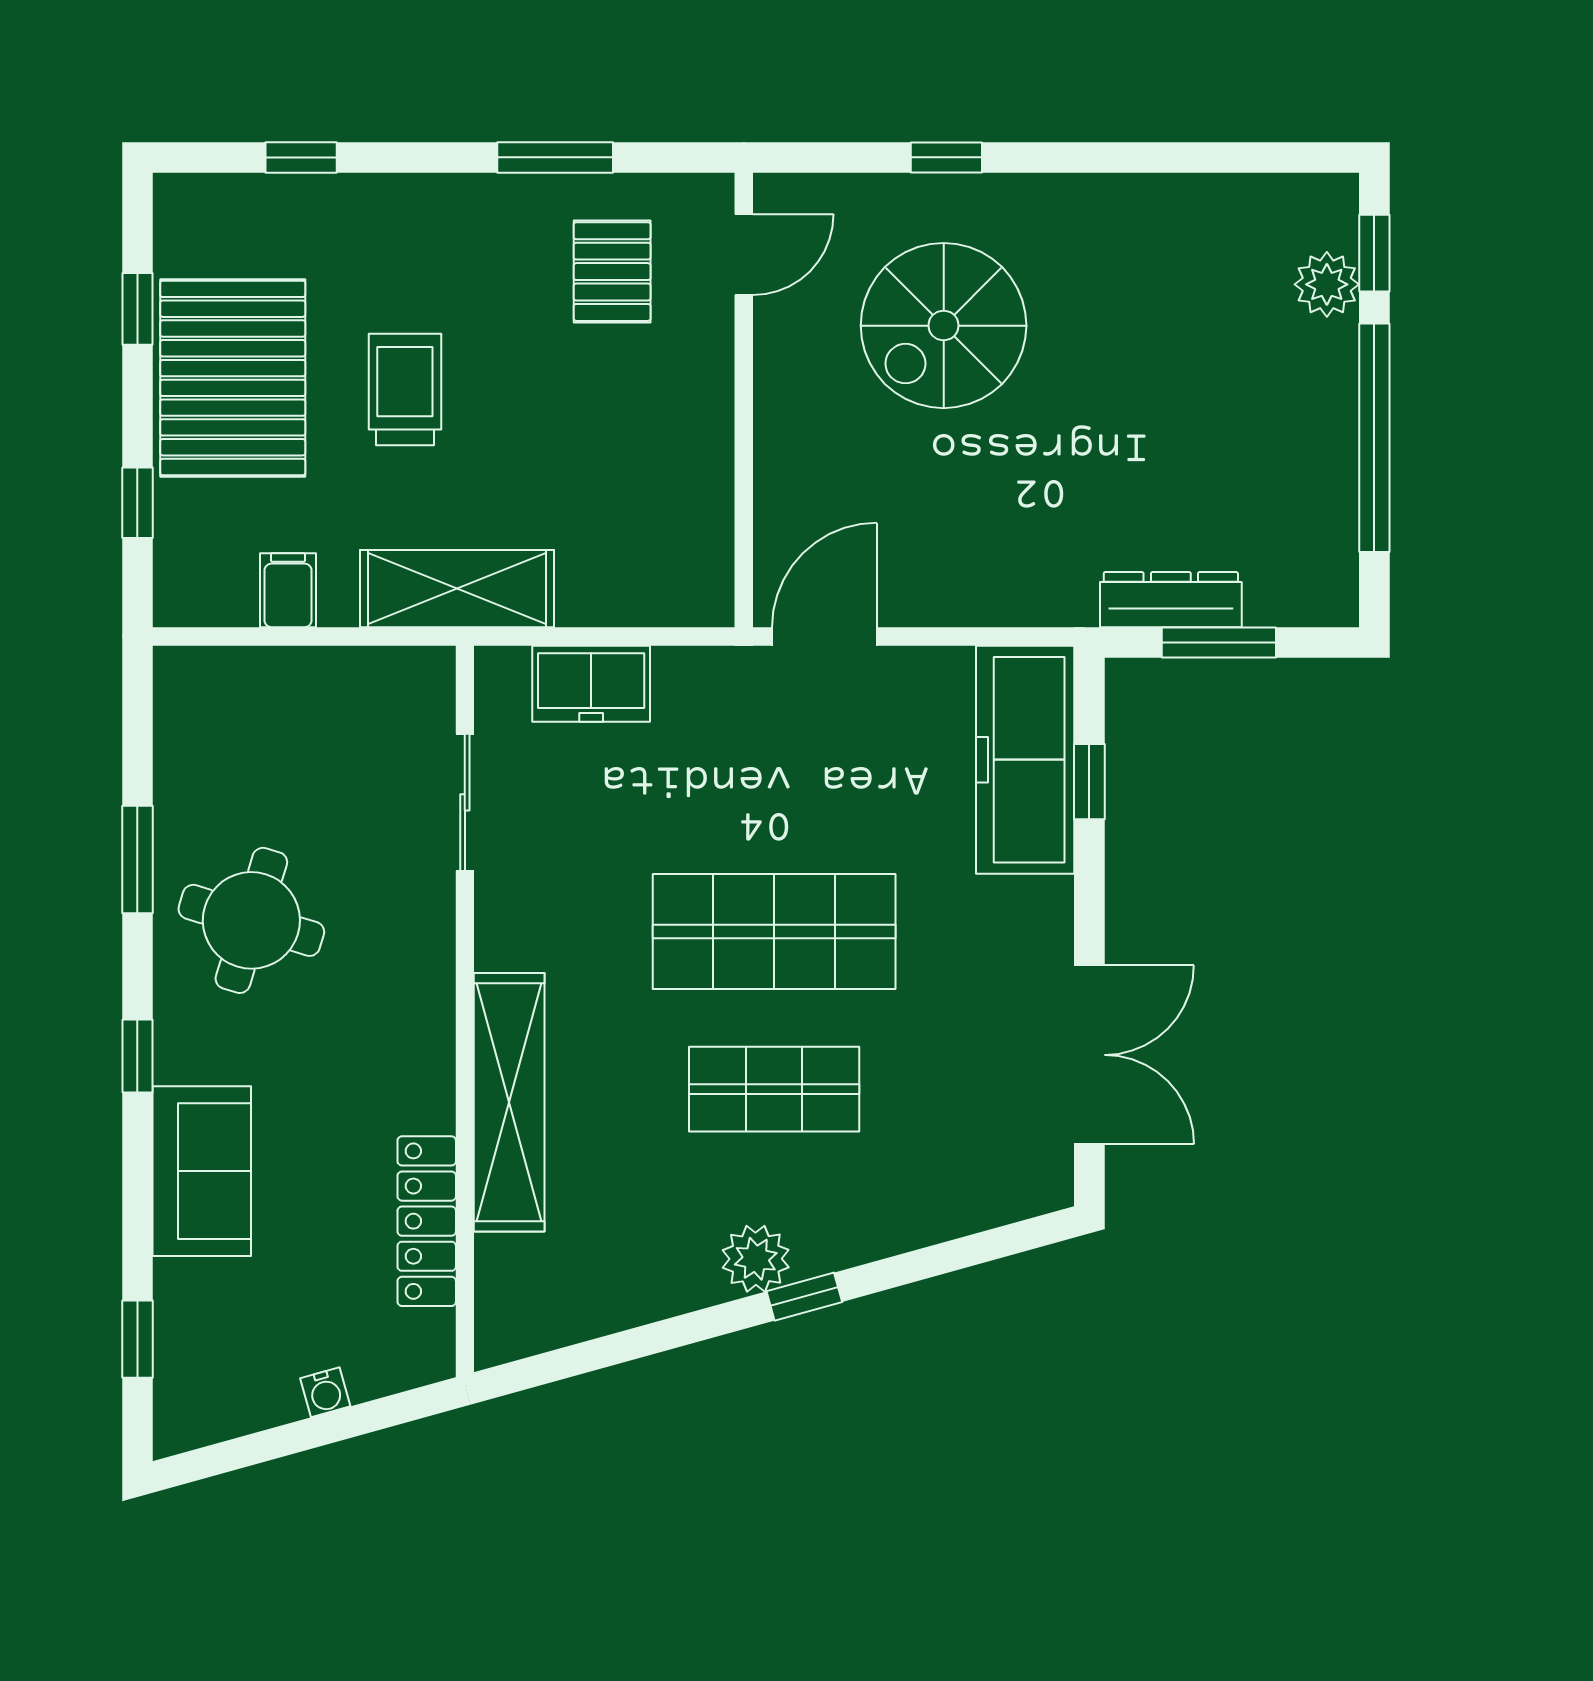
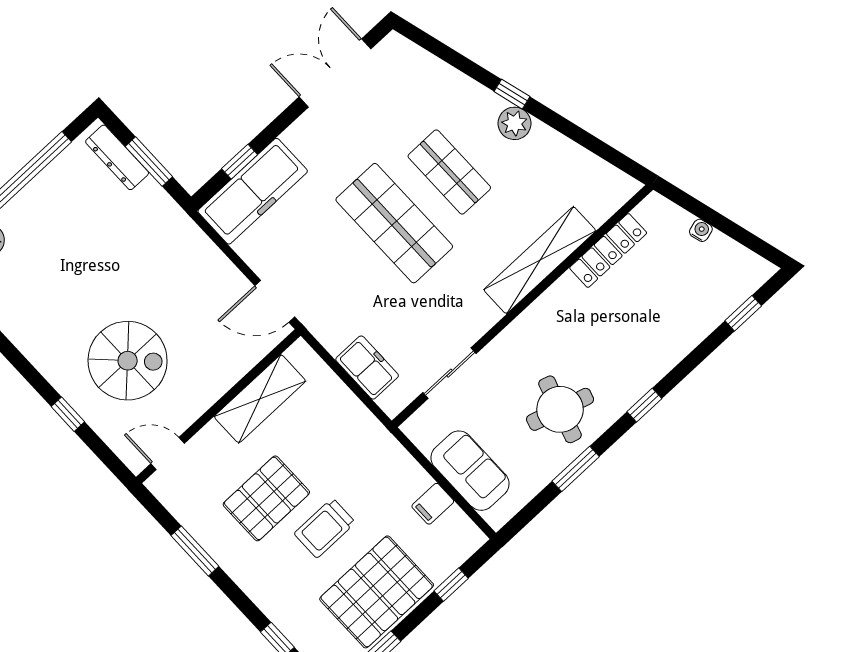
pallet: (612, 272) -> (266, 498), moved, width x1.50, depth x1.42
shelving: (457, 589) -> (260, 399), moved, turned 90
dresser: (1171, 600) -> (117, 157), moved
sofa: (202, 1171) -> (470, 471), moved, turned 90

